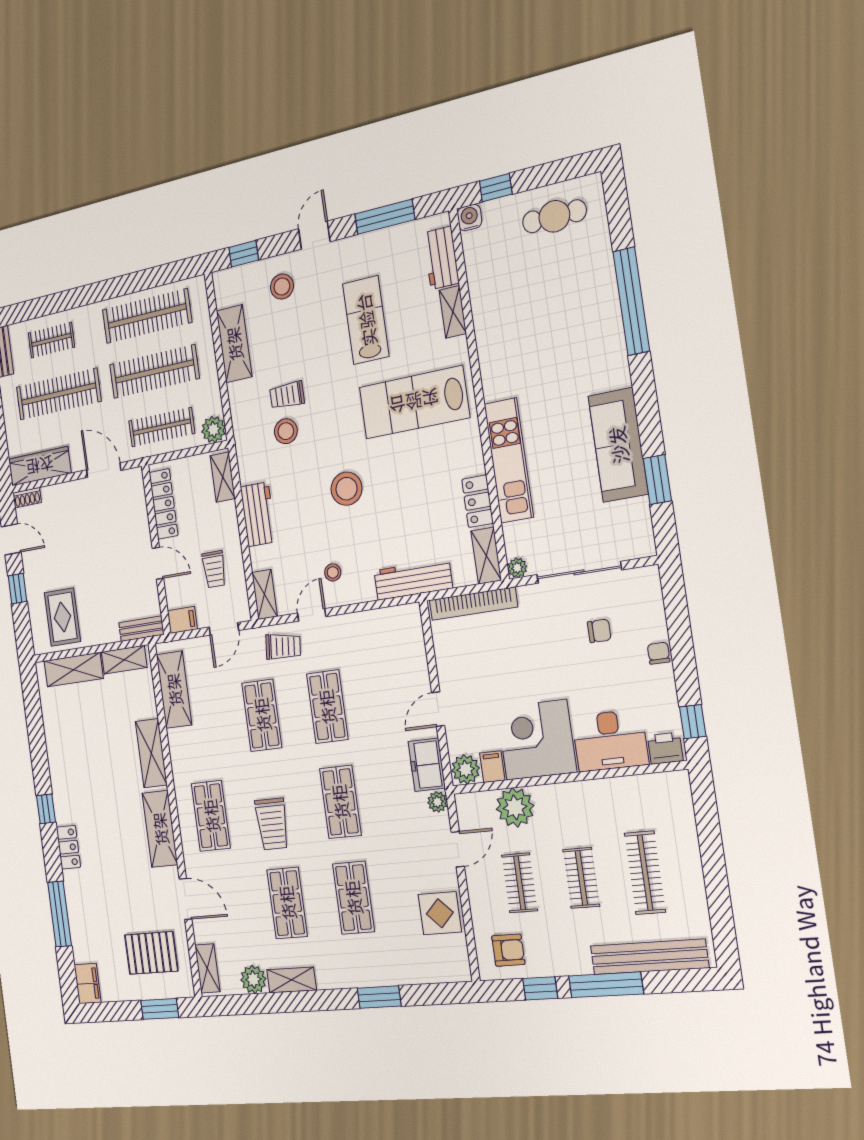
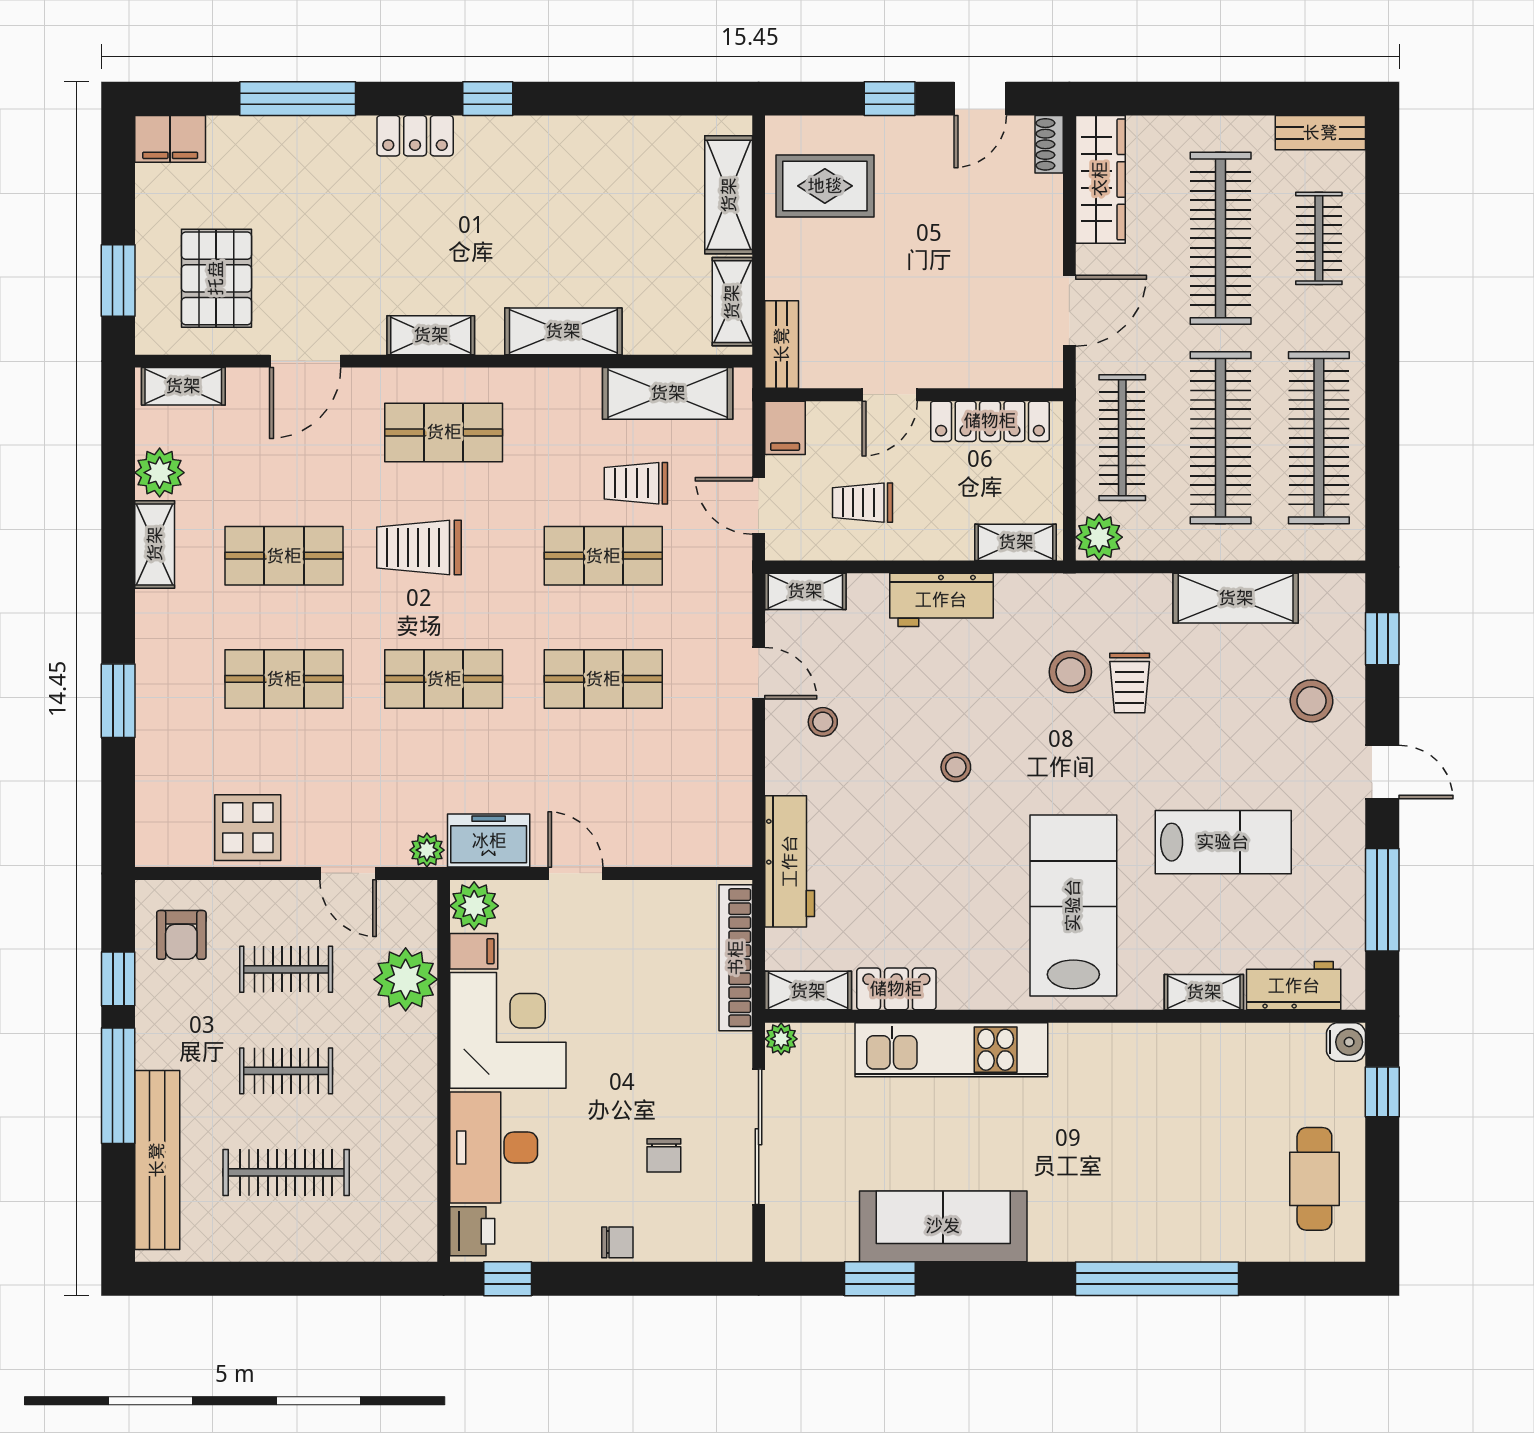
trolley: (287, 395) -> (1130, 683), turned 180
stool: (347, 489) -> (956, 767), width x0.53, depth x0.53
trolley: (283, 646) -> (636, 483), moved, turned 84
shelving: (160, 829) -> (431, 335), width x0.67, depth x0.75

